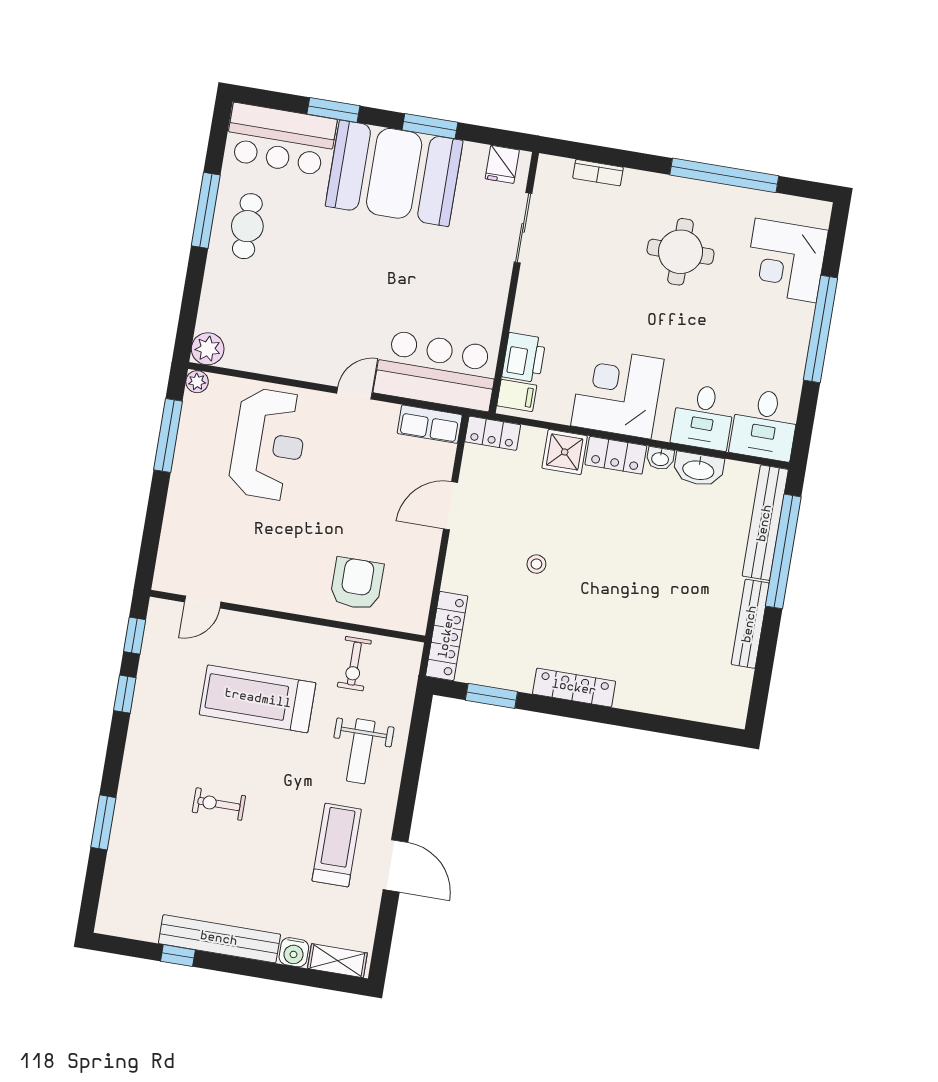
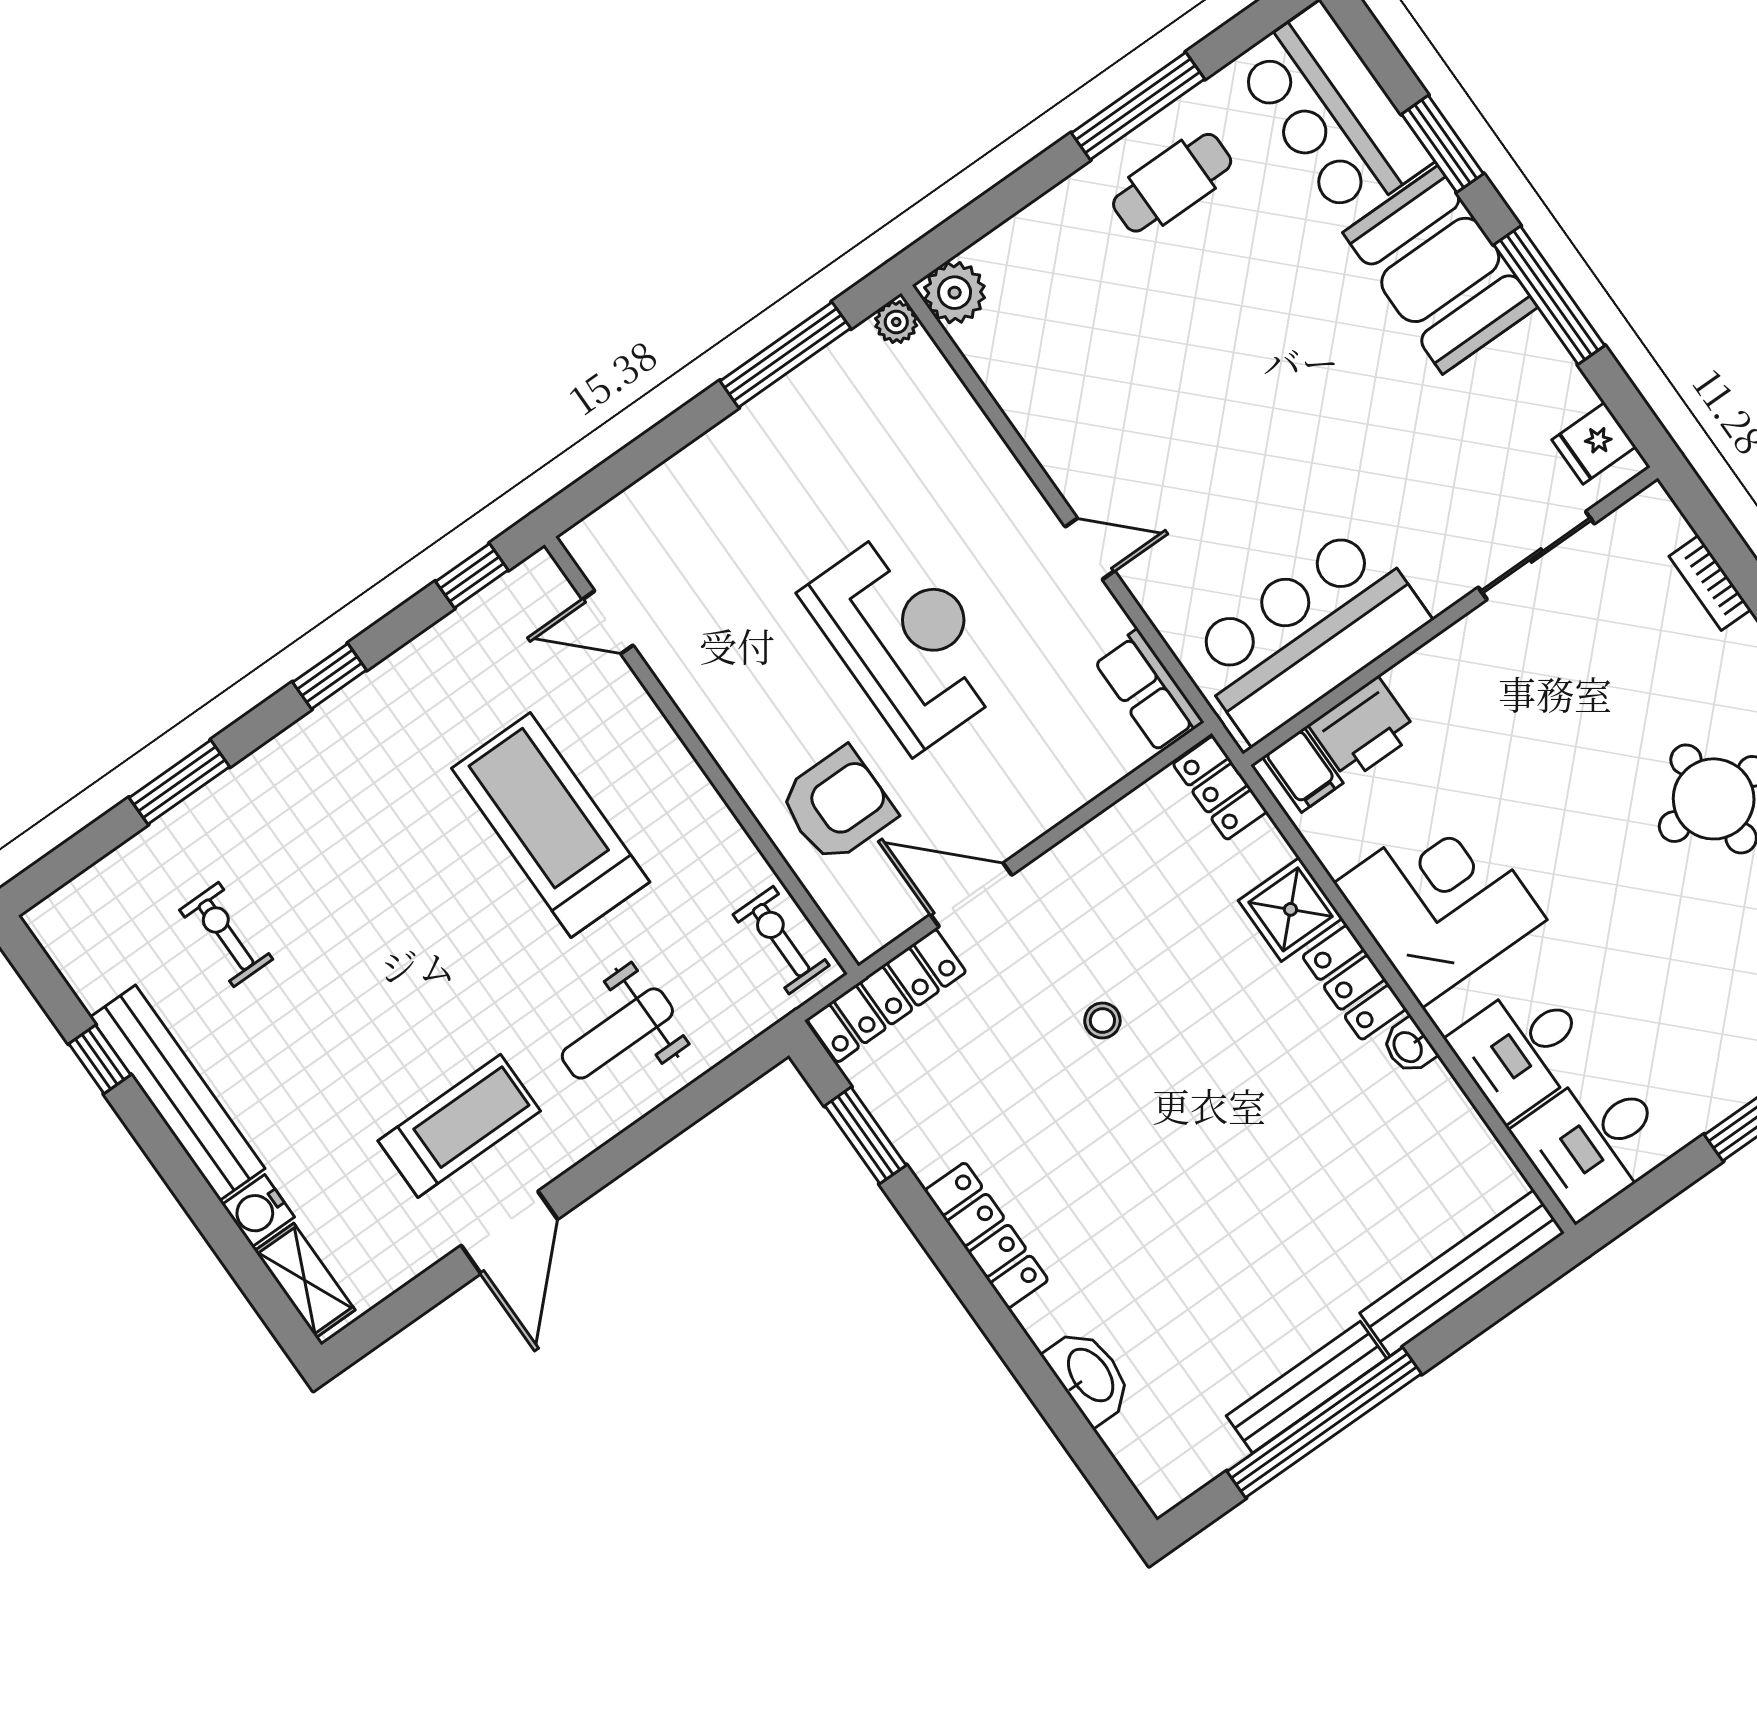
window: (430, 126) -> (1549, 295), width x1.44
booth: (394, 173) -> (1440, 270), width x0.73, depth x0.70
bar counter: (436, 370) -> (1307, 634), moved, turned -90
reception desk: (269, 444) -> (906, 639), moved, turned -90
washbasin: (698, 469) -> (1089, 1376), moved, turned 180
door: (451, 506) -> (971, 895), moved
window: (783, 551) -> (1324, 1423), moved
exercise bike: (354, 664) -> (781, 940), moved, turned 90
window: (125, 694) -> (330, 676), moved
exercise bike: (219, 804) -> (226, 935), moved

